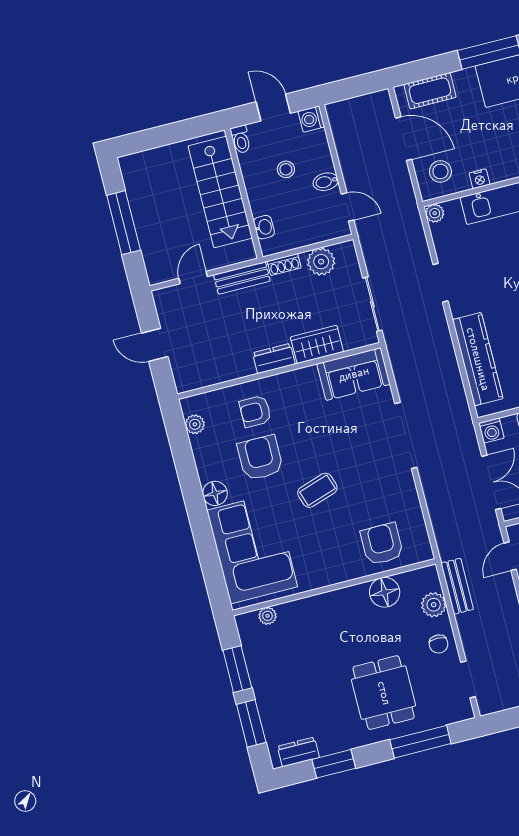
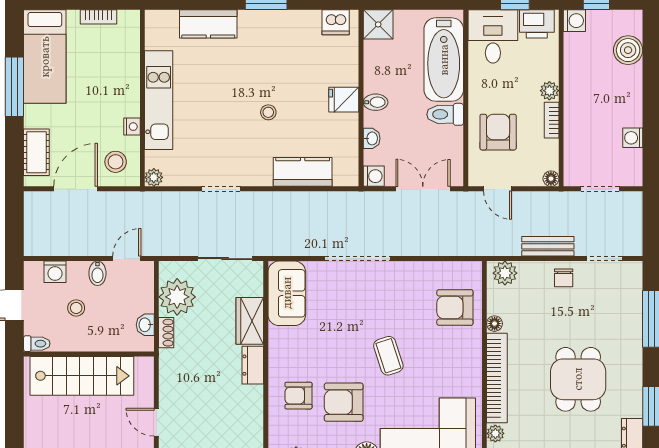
washing machine: (311, 119) -> (55, 272), moved
washbasin: (264, 227) -> (145, 325), moved, turned -90
plant: (321, 262) -> (177, 297), width x1.36, depth x1.36
bench: (242, 278) -> (169, 376), removed
kitchen counter: (478, 359) -> (303, 172), width x0.67
armchair: (255, 411) -> (298, 396), turned 90
bench: (457, 586) -> (548, 246), moved
floor lamp: (385, 592) -> (495, 324), width x0.53, depth x0.53
bookcase: (323, 603) -> (497, 378), added
plant: (434, 605) -> (505, 273), moved
chair: (439, 644) -> (564, 278), turned 90
dining table: (384, 693) -> (578, 379), moved, turned 90

